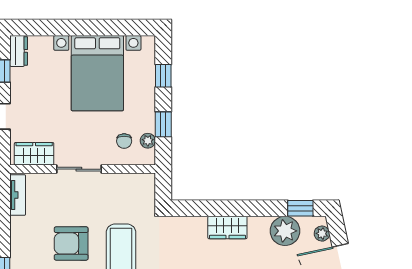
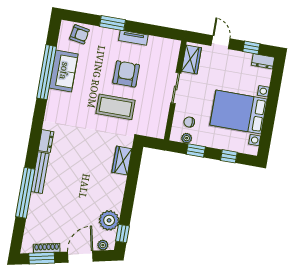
tv unit: (18, 195) -> (133, 38), moved
wardrobe: (227, 228) -> (122, 160), moved

